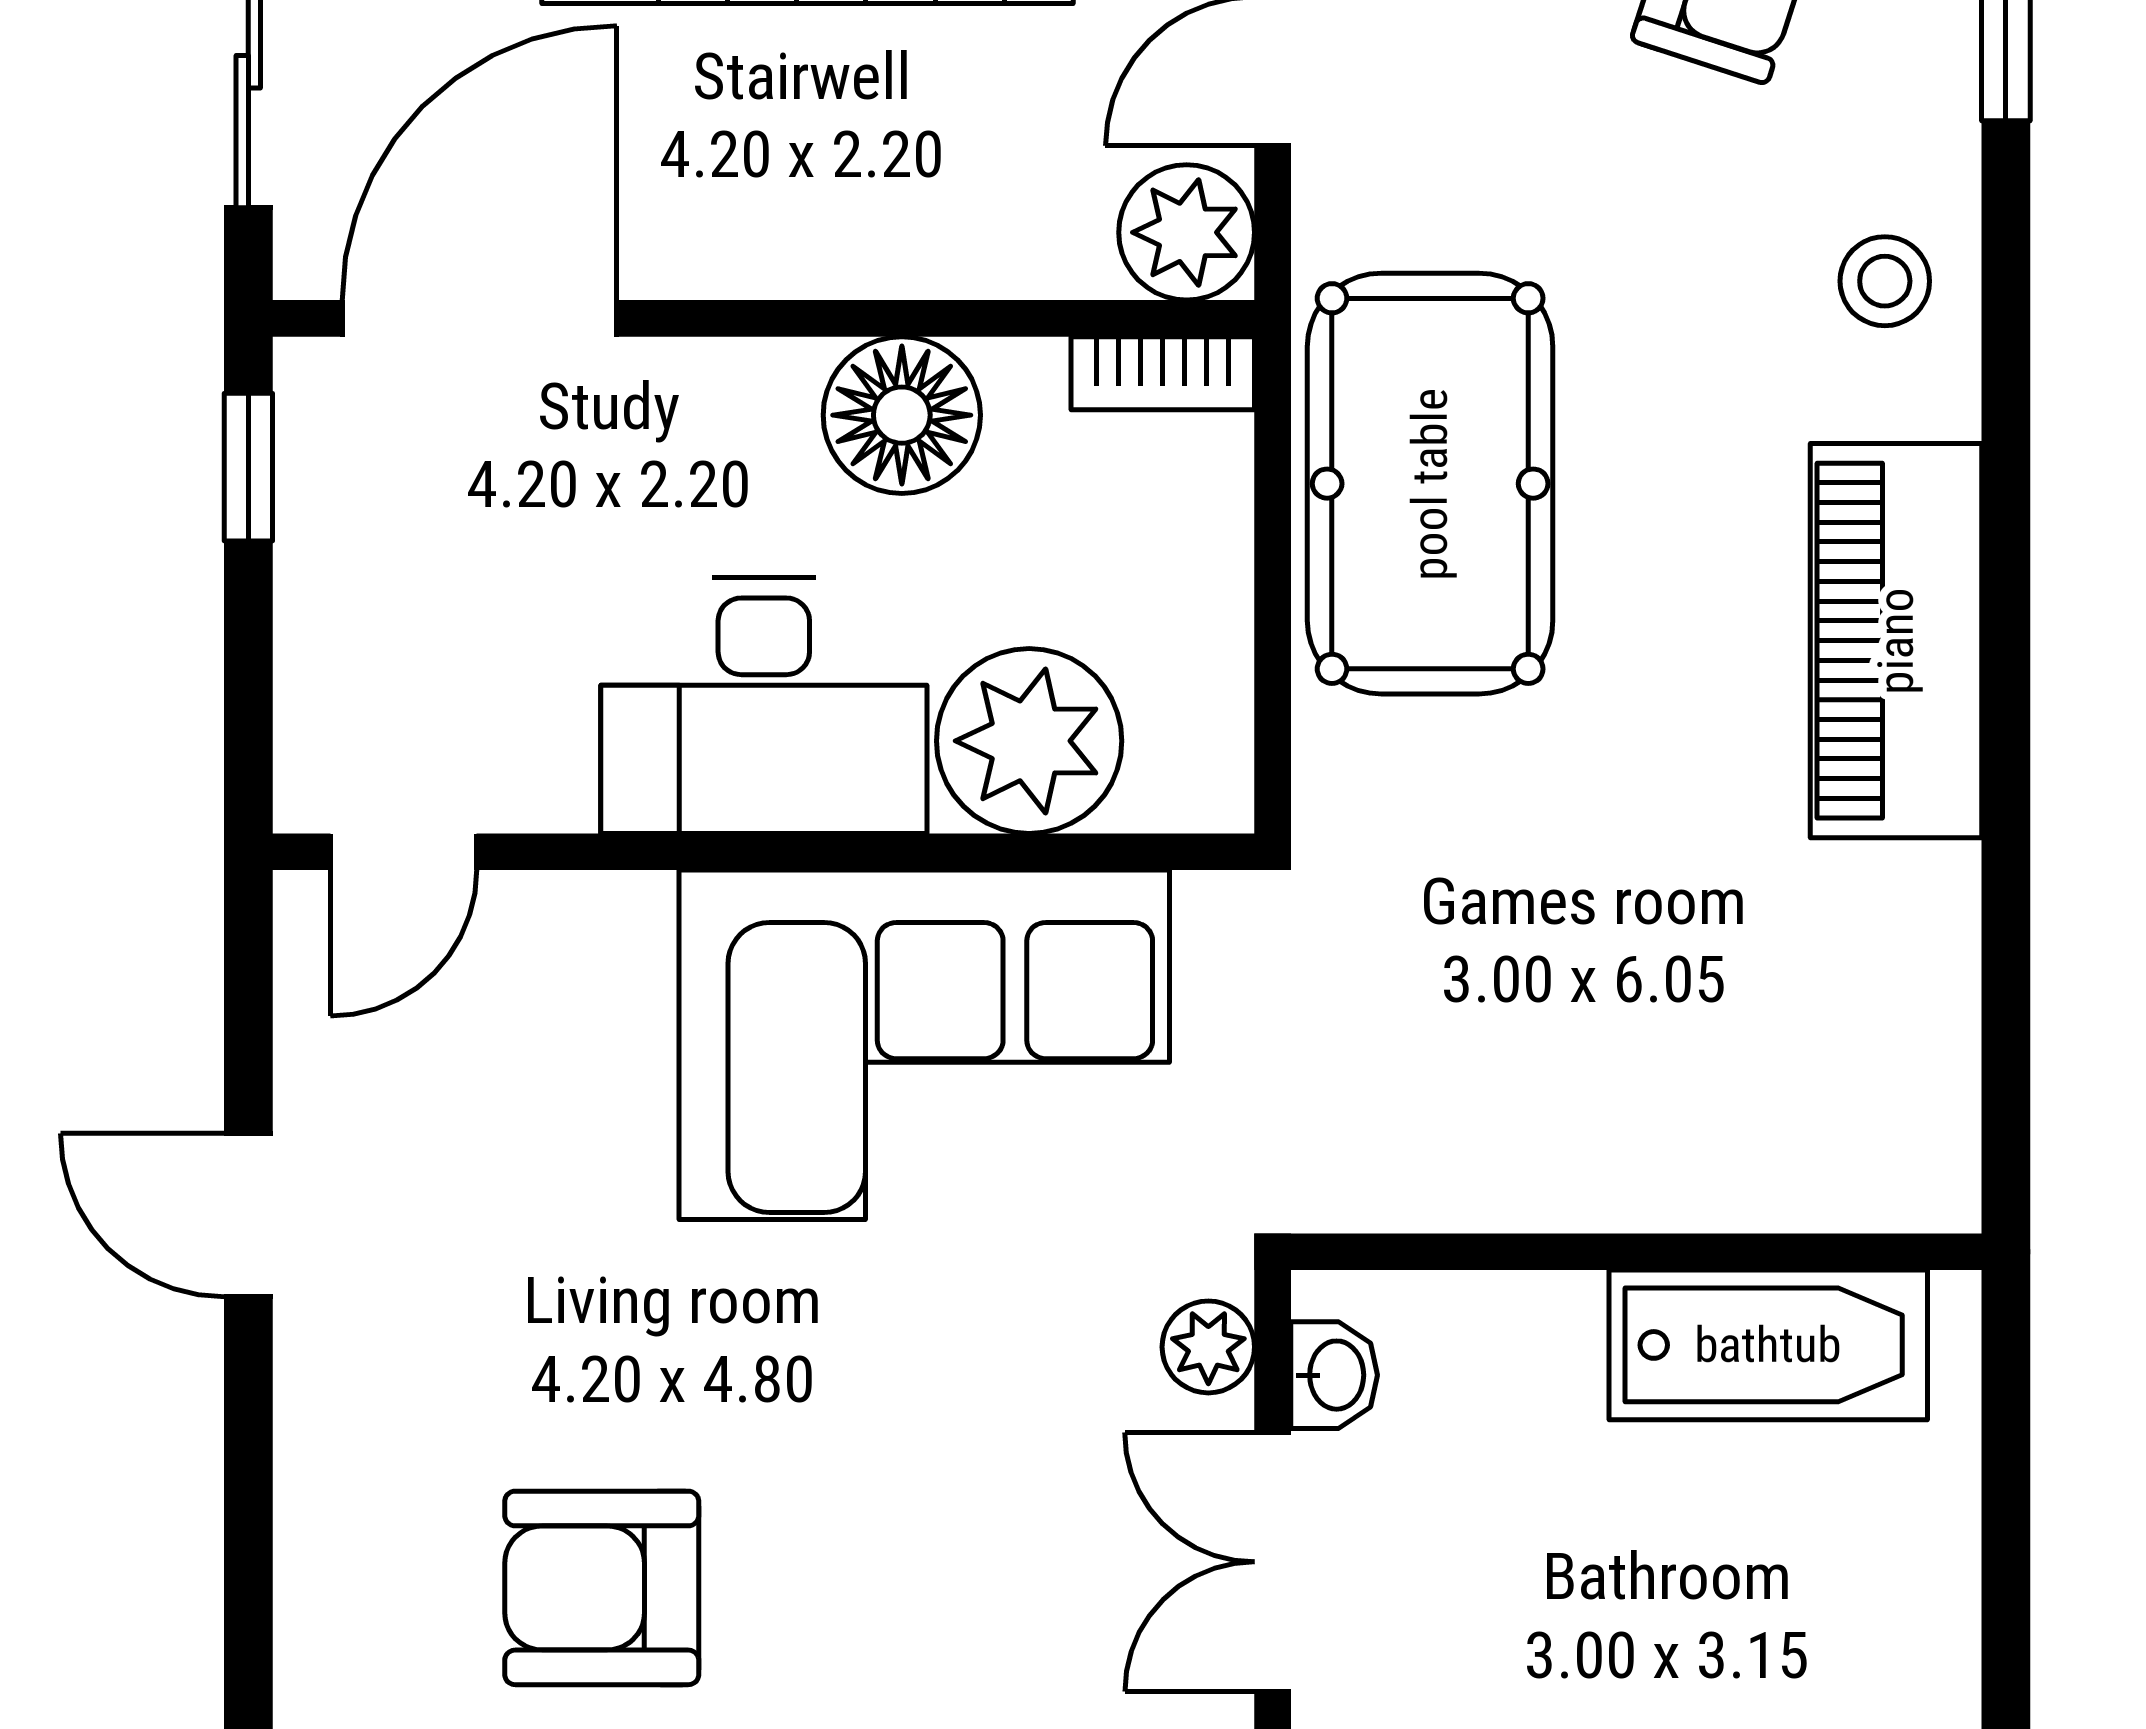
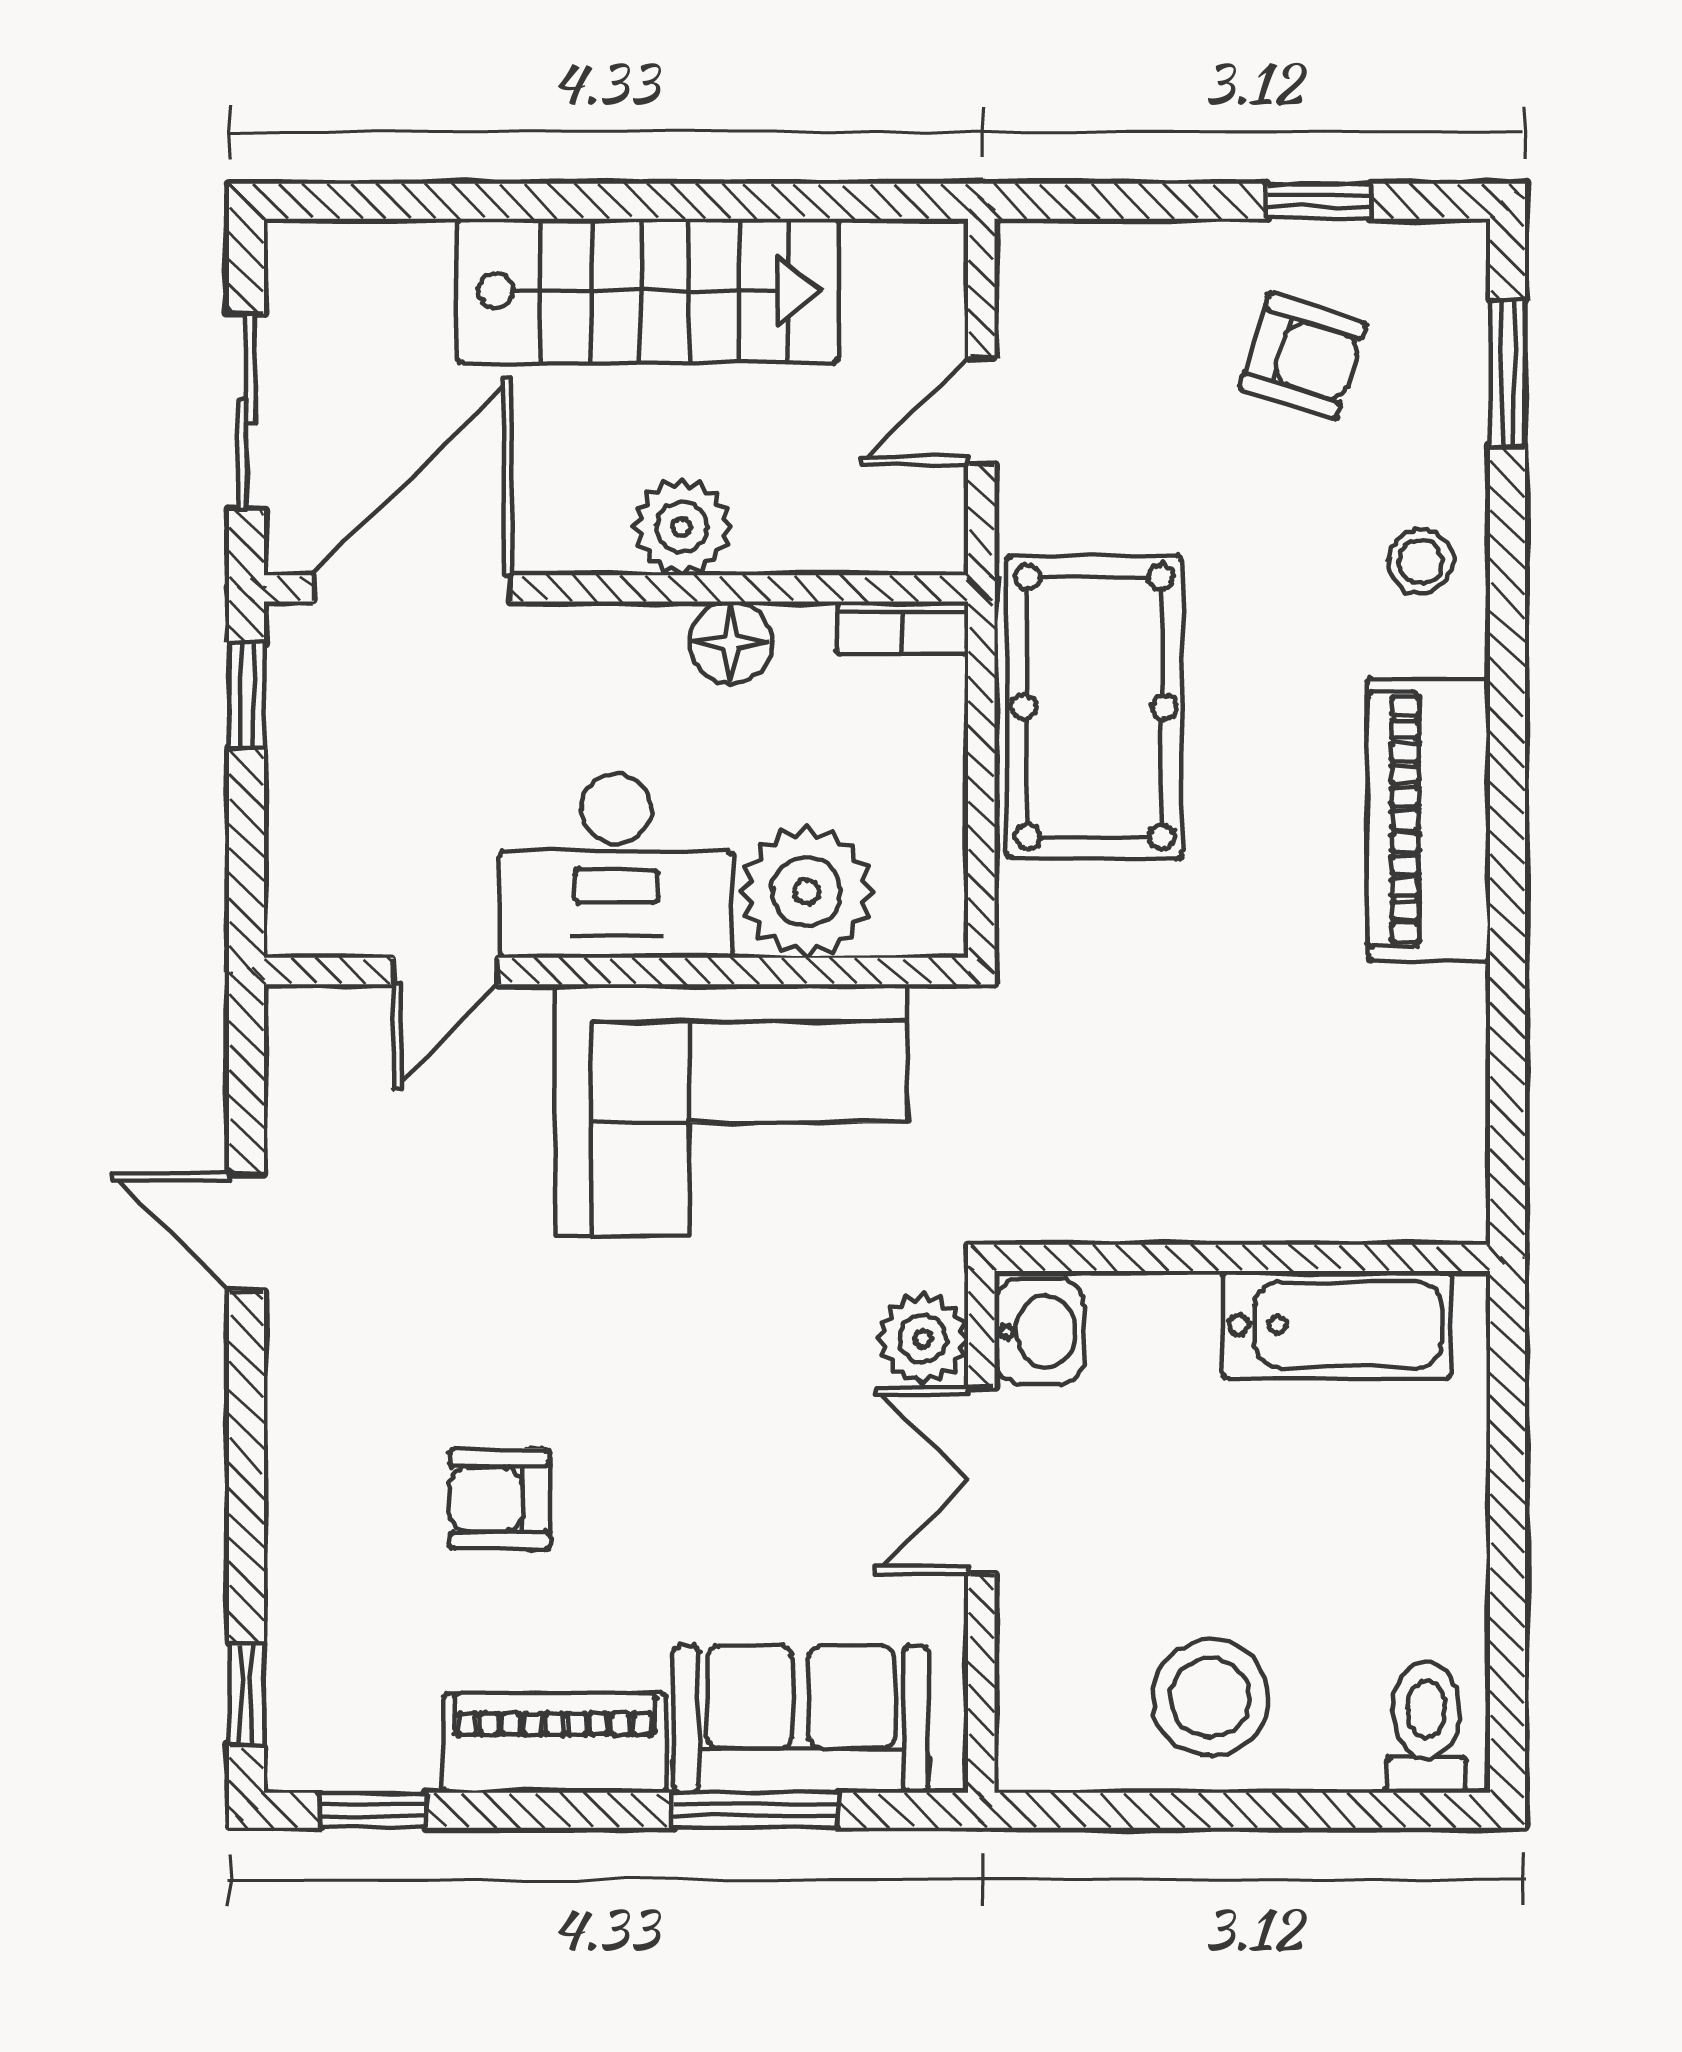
plant: (1187, 232) -> (682, 527), moved
floor lamp: (902, 415) -> (731, 642), width x0.73, depth x0.73
door: (404, 852) -> (446, 971), moved
plant: (1208, 1347) -> (923, 1339), width x1.38, depth x1.38
washbasin: (1334, 1375) -> (1039, 1332), width x1.38, depth x1.45
armchair: (602, 1588) -> (500, 1499), width x0.72, depth x0.72

